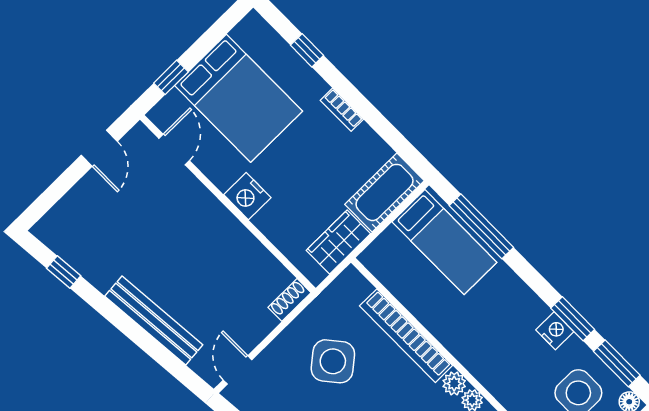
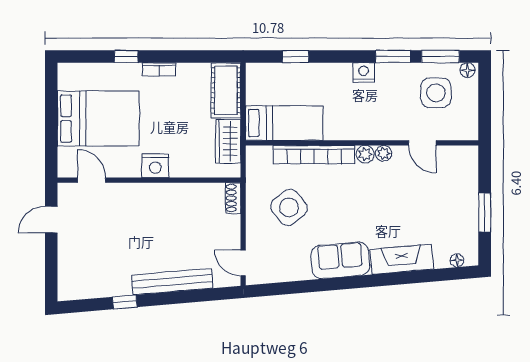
window: (307, 50) -> (126, 57), moved
window: (171, 77) -> (51, 144), removed
door: (99, 148) -> (51, 220), swing flipped
window: (481, 226) -> (295, 57), width x0.46
bed: (444, 242) -> (284, 123), moved
window: (64, 272) -> (125, 302), moved
nightstand: (555, 331) -> (364, 72), moved

